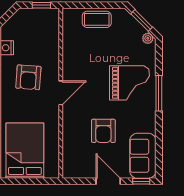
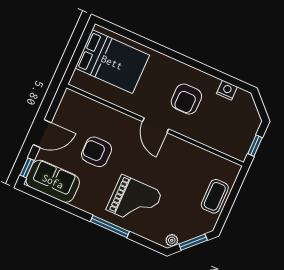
armchair: (28, 77) -> (186, 99), turned -94
grand piano: (129, 83) -> (134, 201), turned -90

